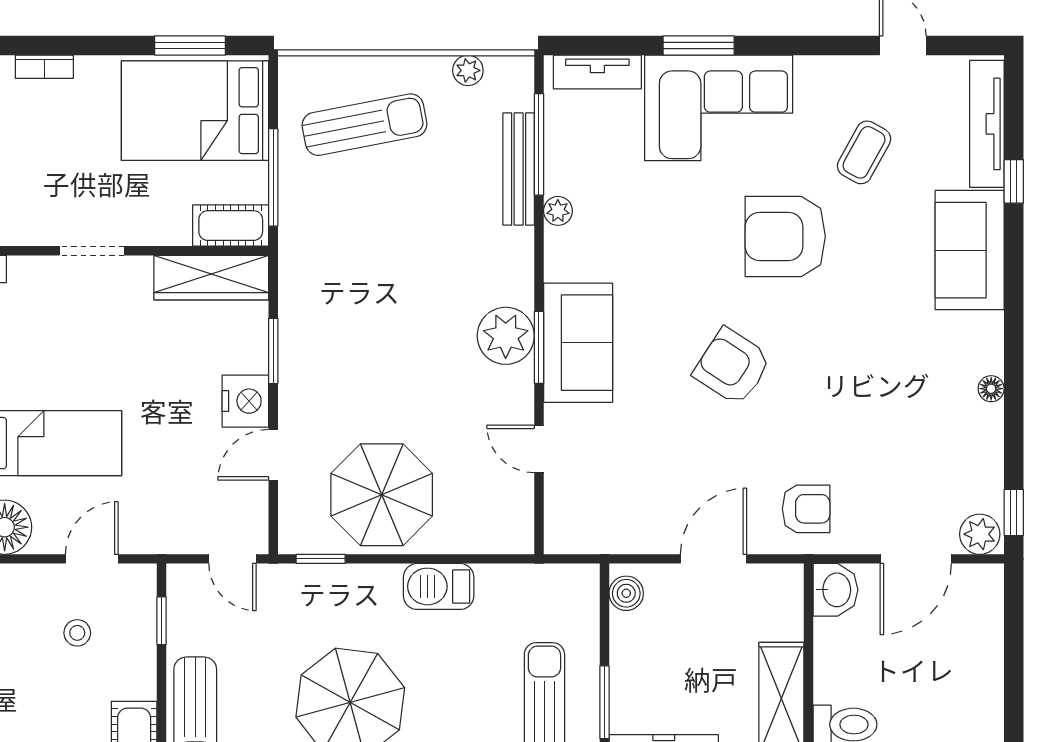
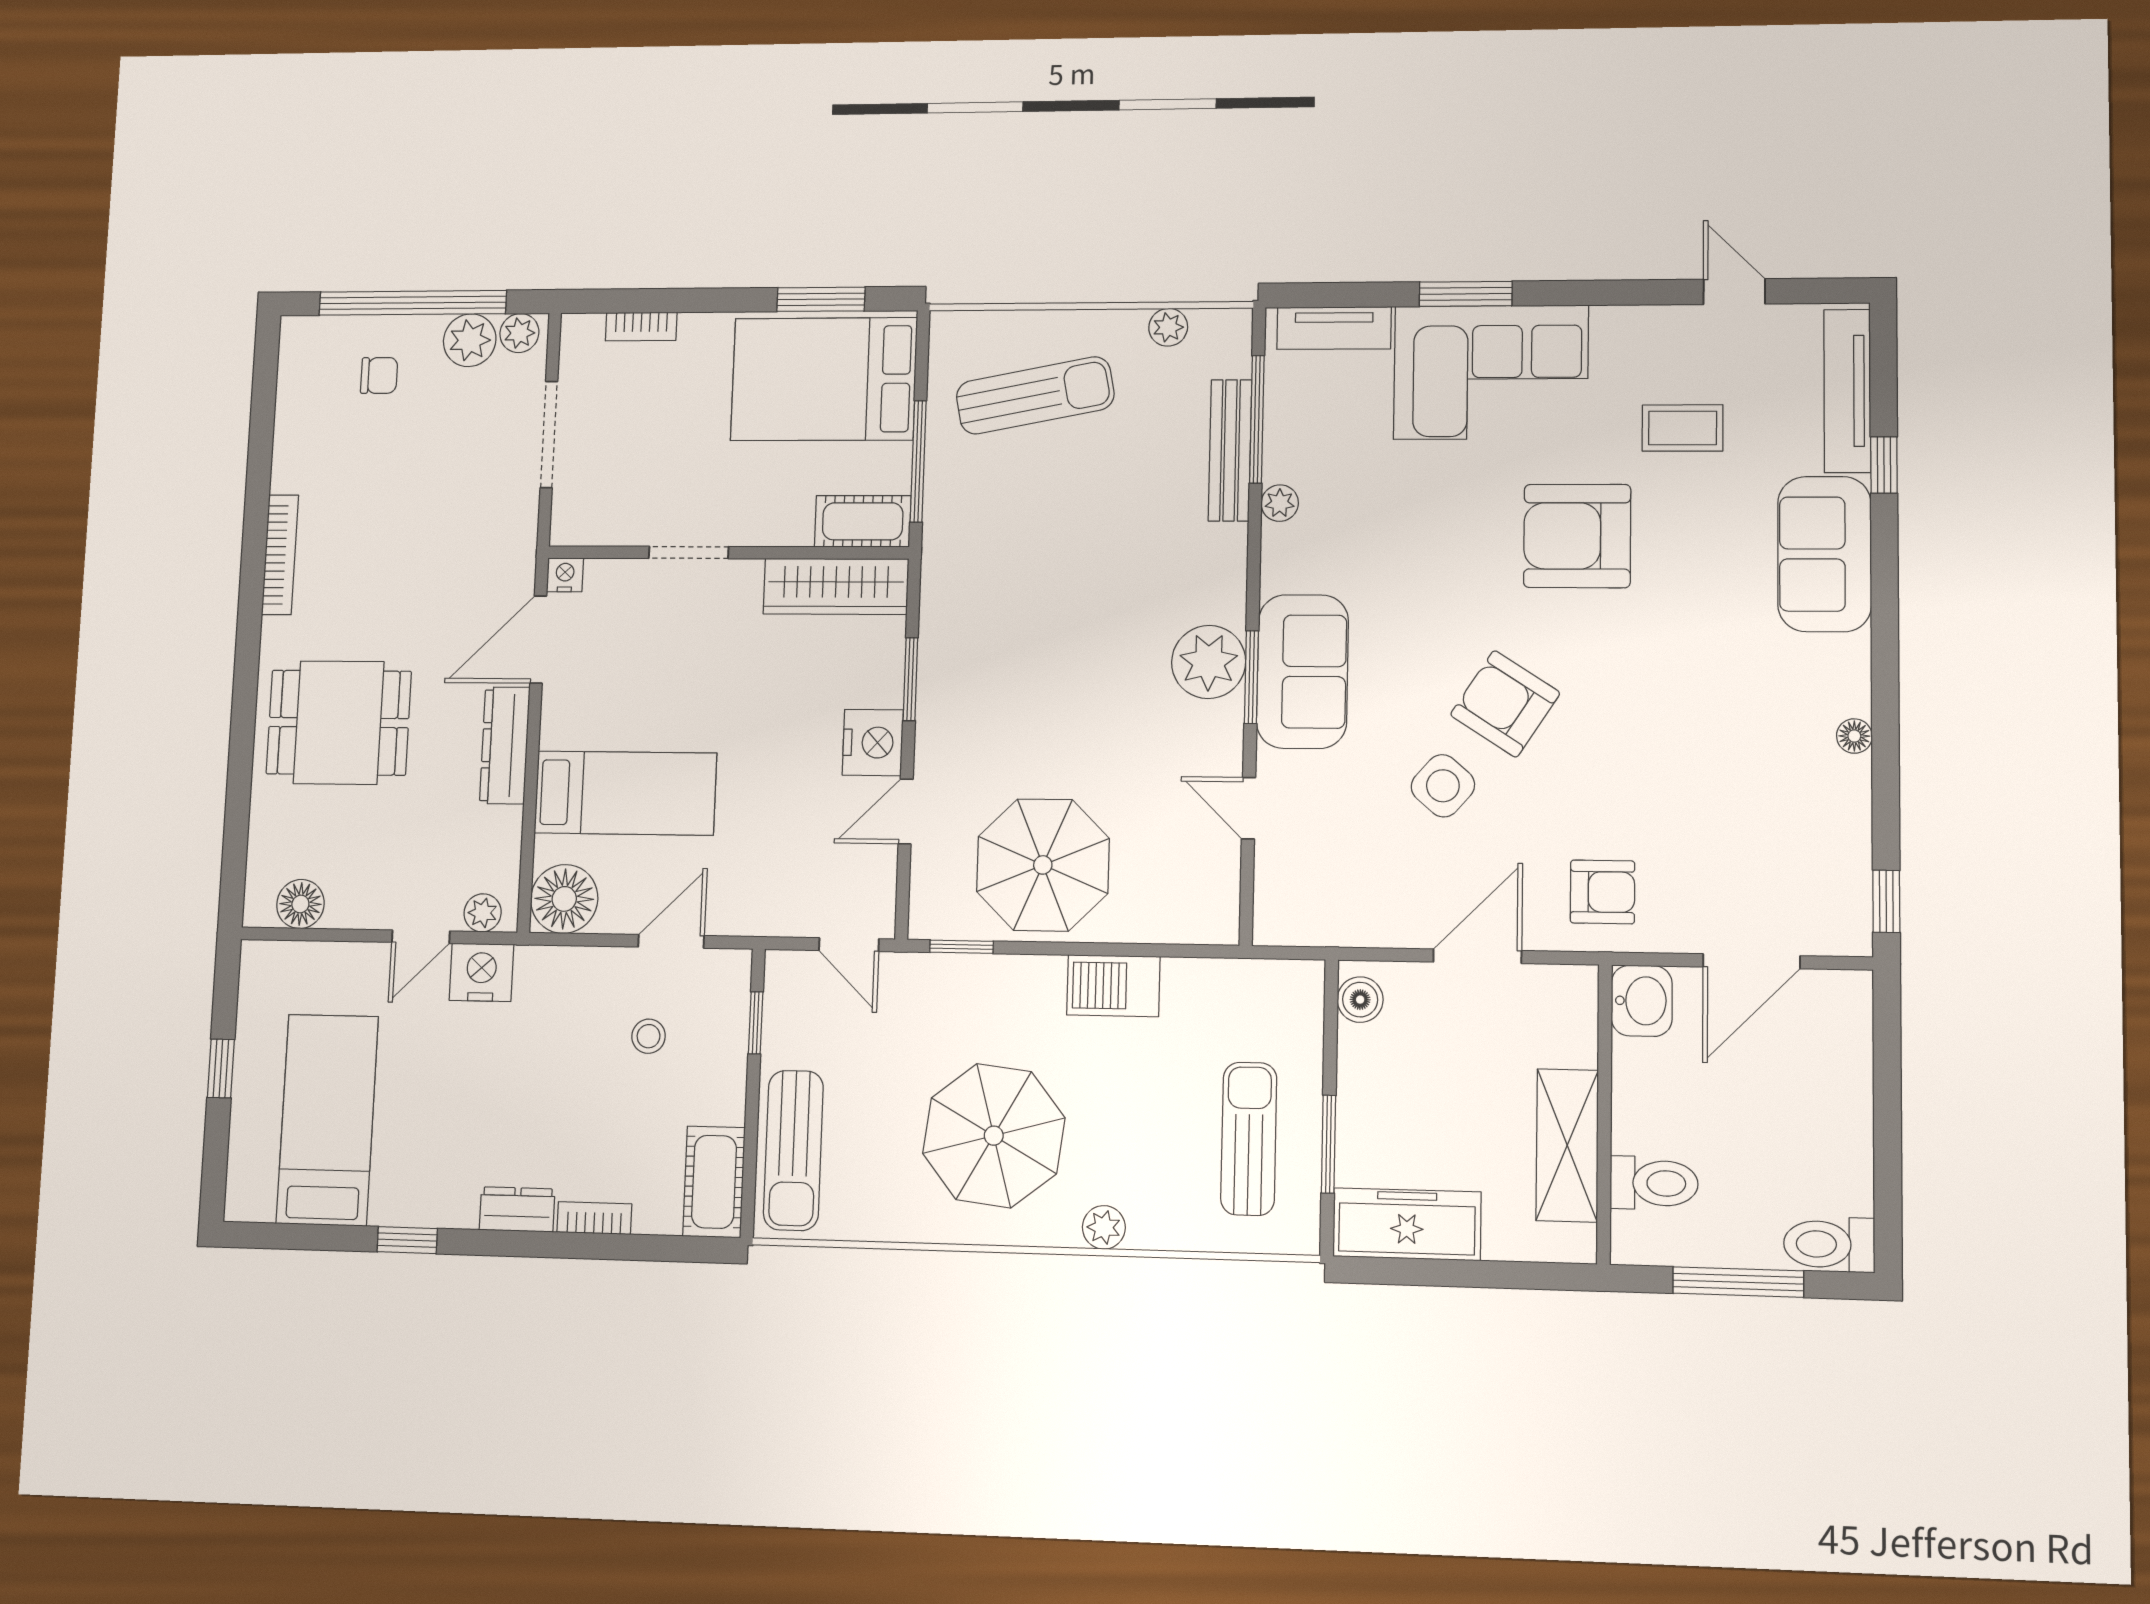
coffee table: (864, 152) -> (1683, 428), turned 61
side table: (686, 430) -> (1443, 786), added
plant: (980, 534) -> (1839, 930), removed

